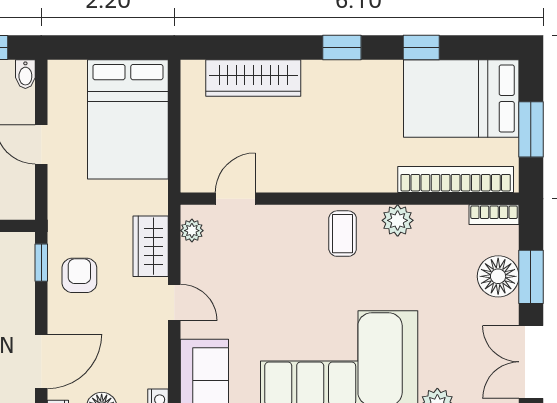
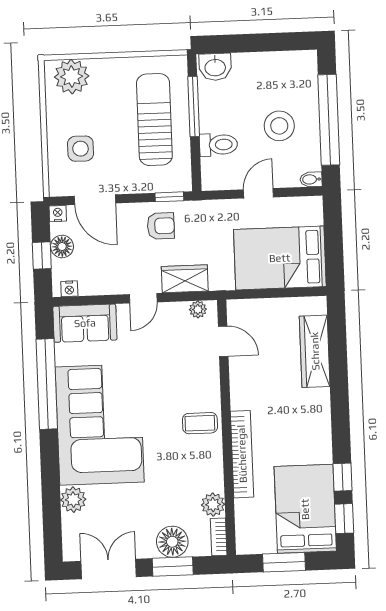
window: (342, 48) -> (344, 519), moved
bookcase: (456, 180) -> (242, 454), moved
plant: (398, 220) -> (213, 505), moved

